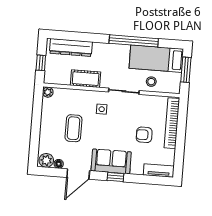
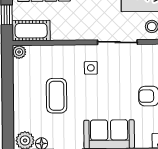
cot: (86, 79) -> (31, 31), moved

